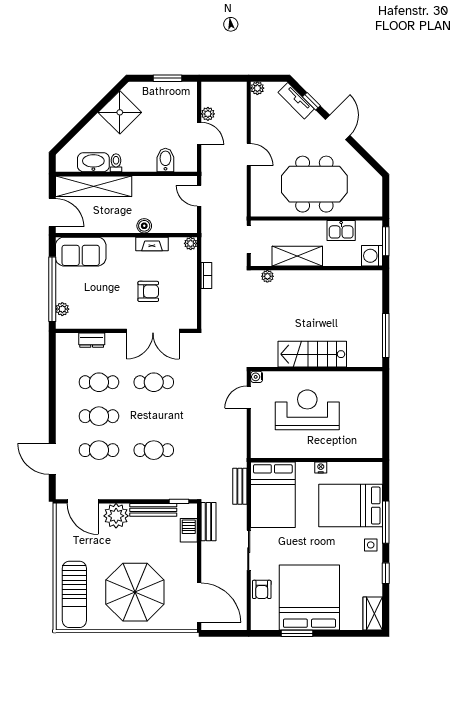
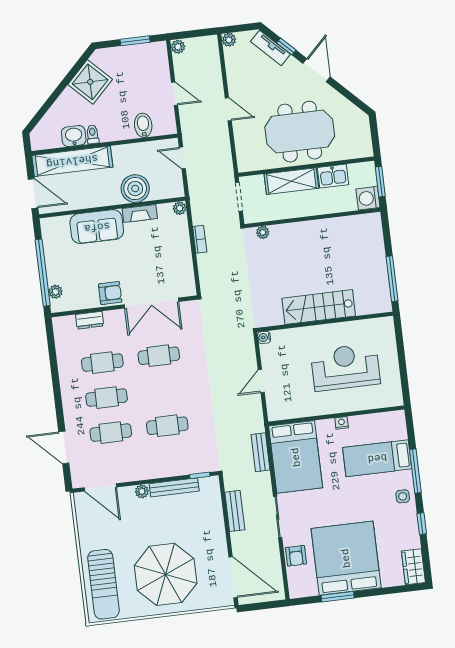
plant: (208, 114) -> (178, 47), moved
washbasin: (93, 162) -> (74, 136), width x0.72
boiler: (144, 226) -> (135, 189), width x1.86, depth x1.86
sofa: (81, 252) -> (97, 227), moved
shelving: (297, 256) -> (291, 181), moved
armchair: (148, 291) -> (110, 293), moved
door: (249, 397) -> (261, 381), moved
reception desk: (307, 410) -> (345, 367), moved
bed: (351, 506) -> (377, 458), width x0.67
plant: (116, 516) -> (142, 491), width x0.53, depth x0.53
bench: (208, 522) -> (235, 511), moved
barbecue: (189, 530) -> (213, 504), removed

